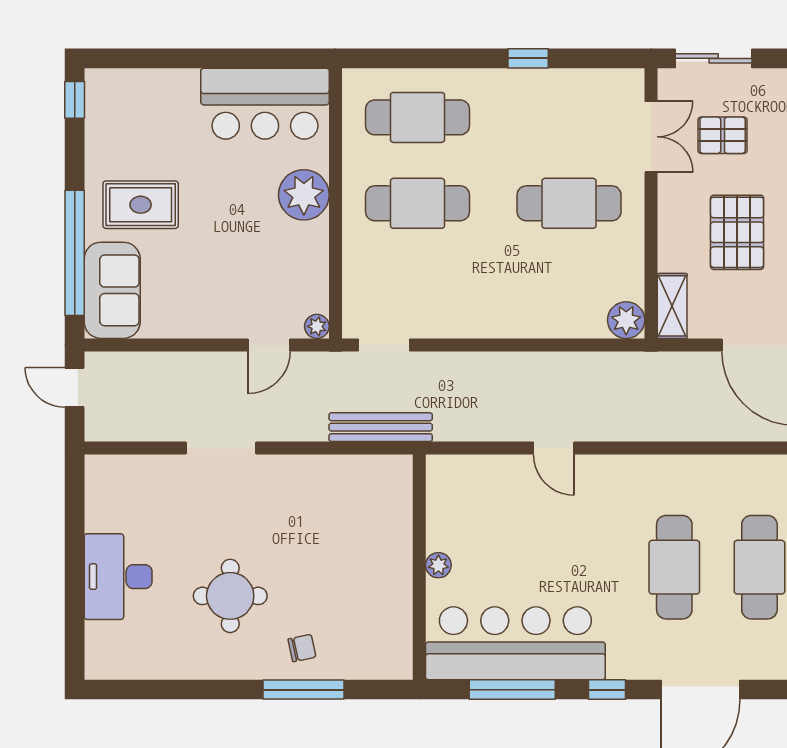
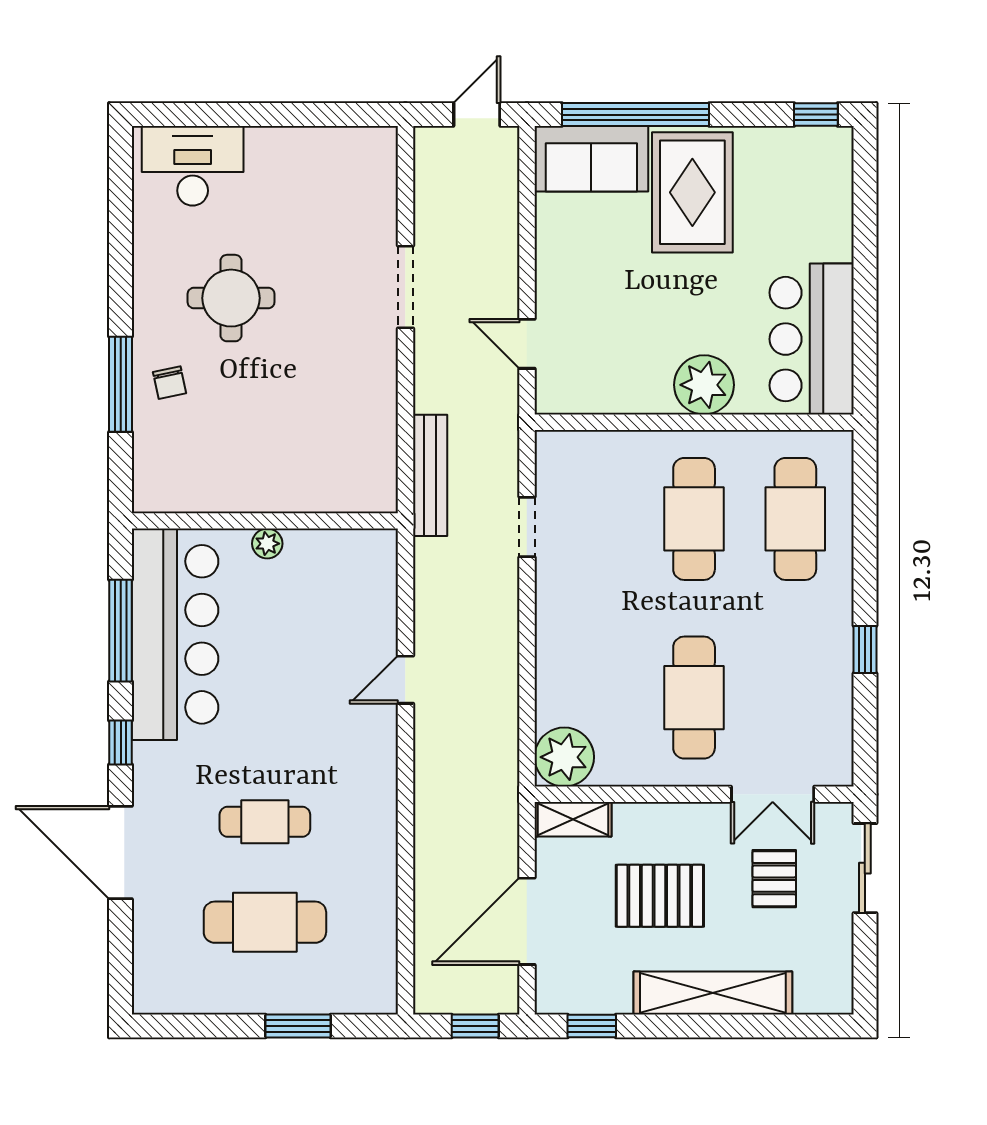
rug: (141, 205) -> (692, 192), width x1.36, depth x1.43
plant: (626, 320) -> (564, 757), width x1.36, depth x1.36
plant: (317, 326) -> (549, 400), removed
doorway: (384, 345) -> (527, 527), moved
cafe table: (674, 567) -> (265, 822), width x0.73, depth x0.74
desk: (118, 577) -> (193, 166), moved

